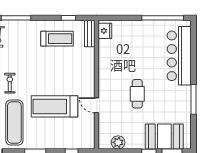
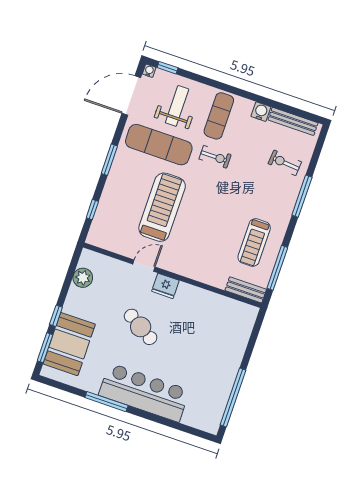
window: (68, 18) -> (277, 268), width x2.17
fridge: (105, 31) -> (165, 286), moved
bar counter: (179, 56) -> (144, 393), moved
cafe table: (137, 94) -> (141, 327), turned 31

